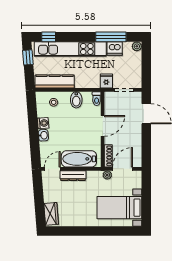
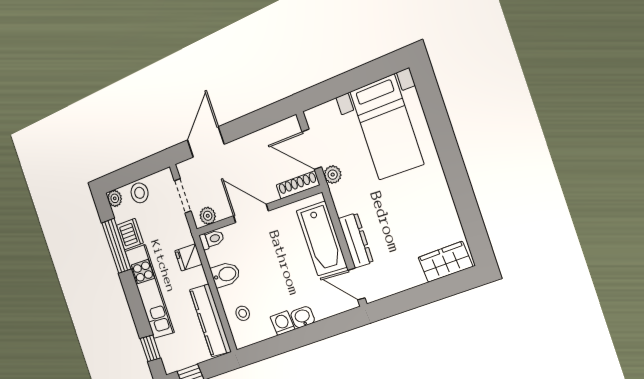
kitchen unit: (70, 49) -> (150, 292), width x0.73
stool: (134, 64) -> (140, 193), added
fridge: (106, 81) -> (188, 257), moved
plant: (109, 101) -> (208, 216), added

